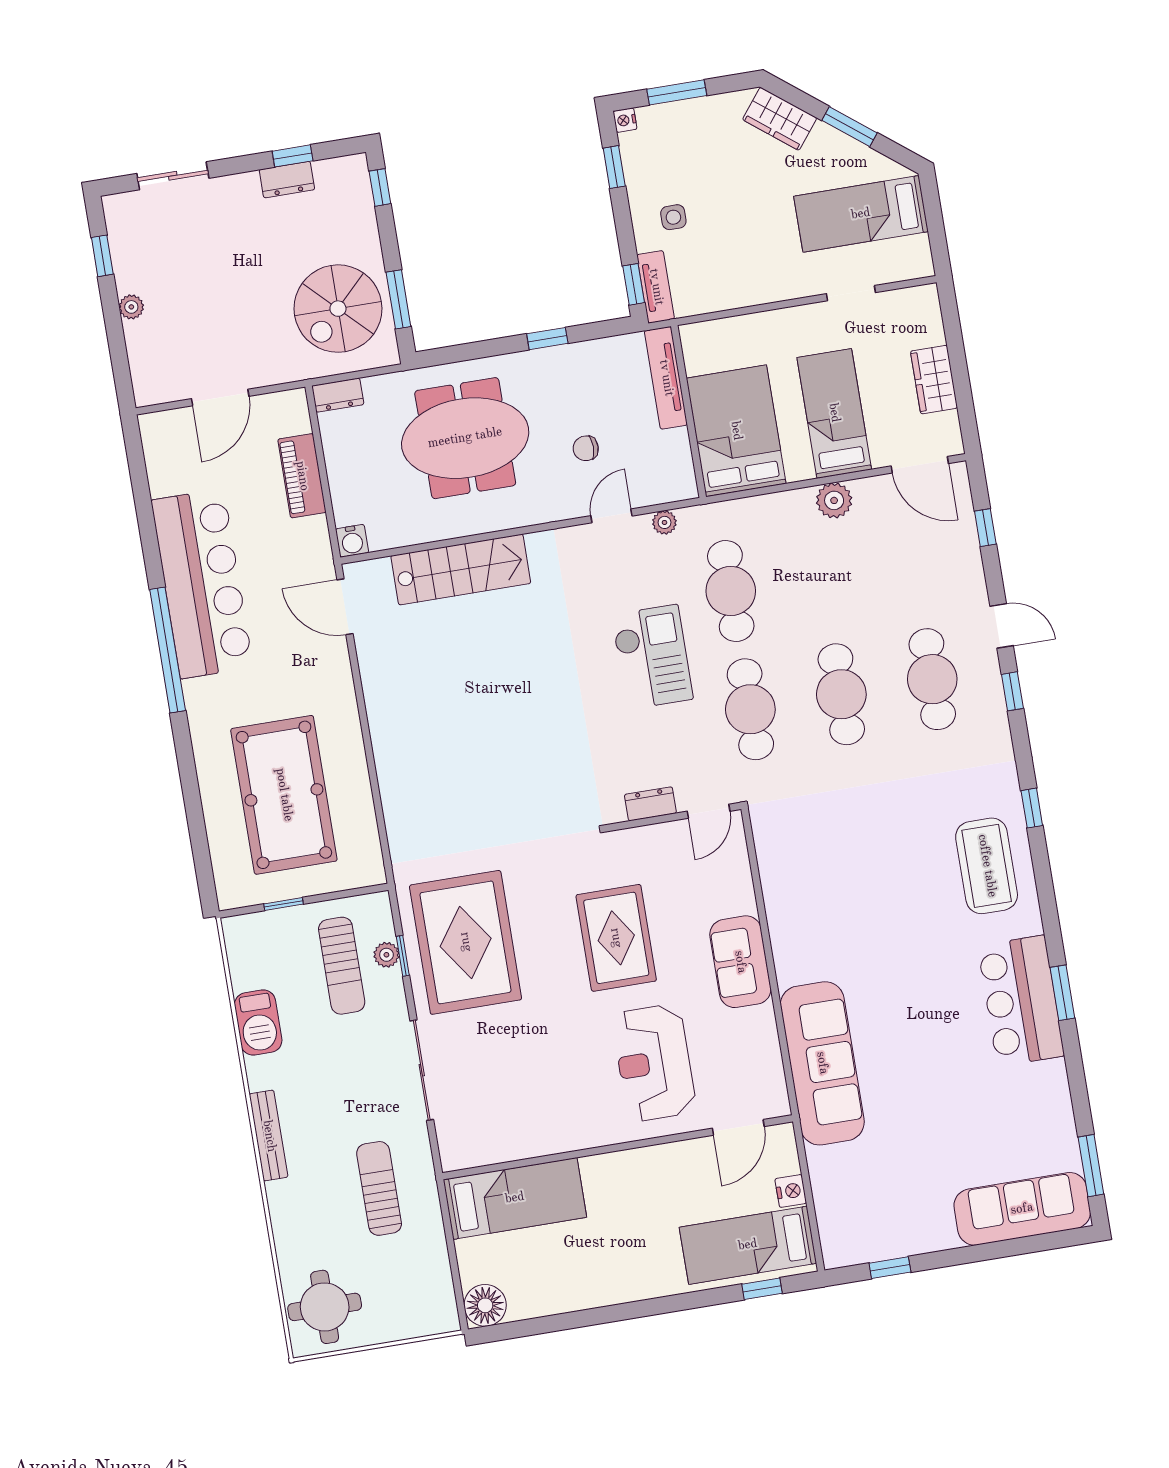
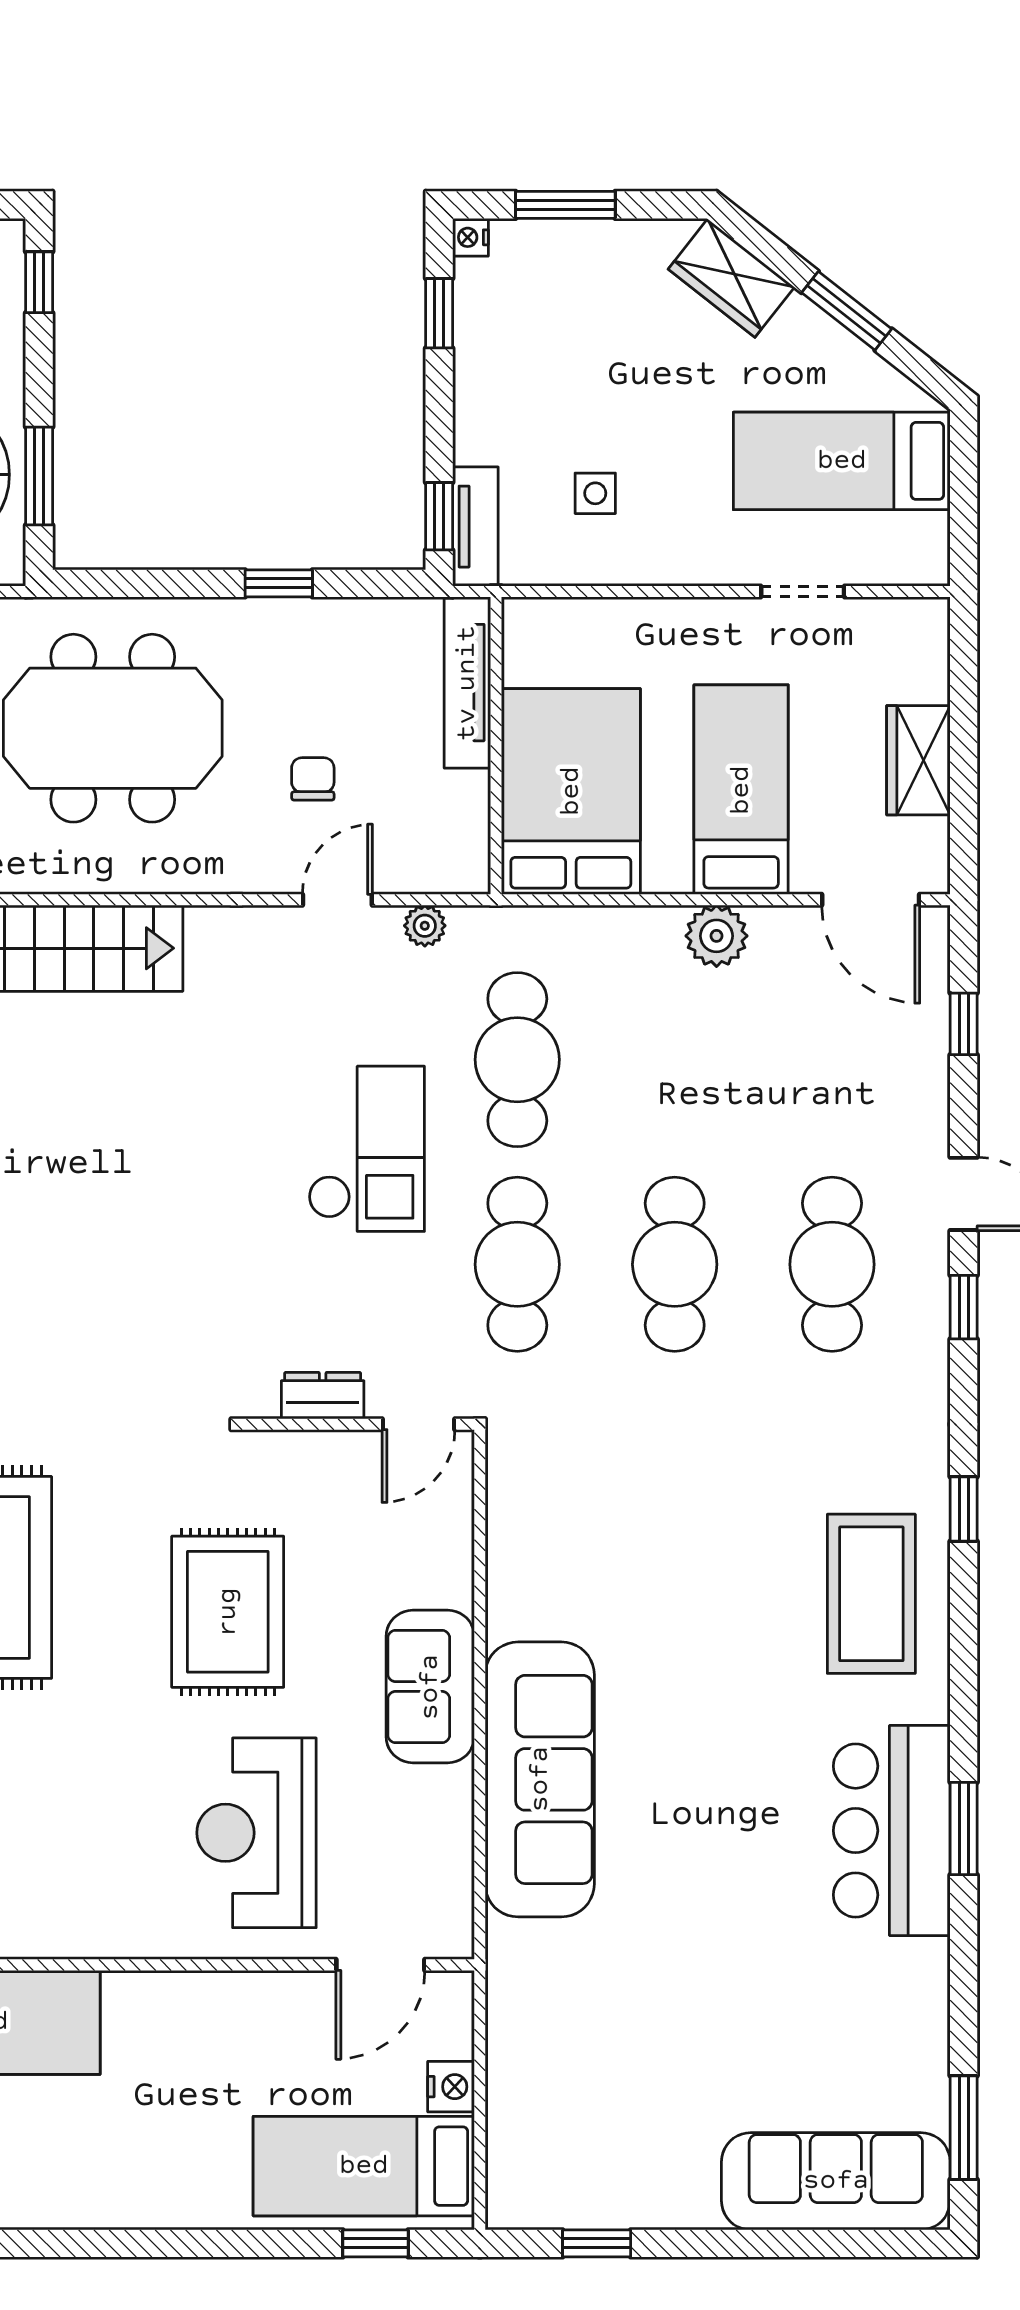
side table: (673, 217) -> (595, 493), moved
chair: (586, 448) -> (313, 779), turned 90
sofa: (822, 1063) -> (540, 1779), moved

